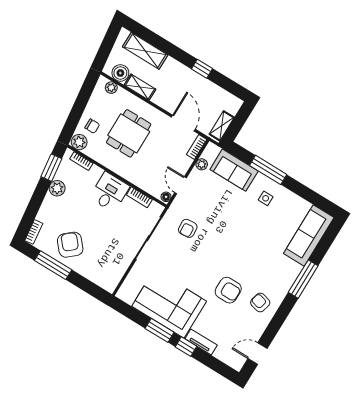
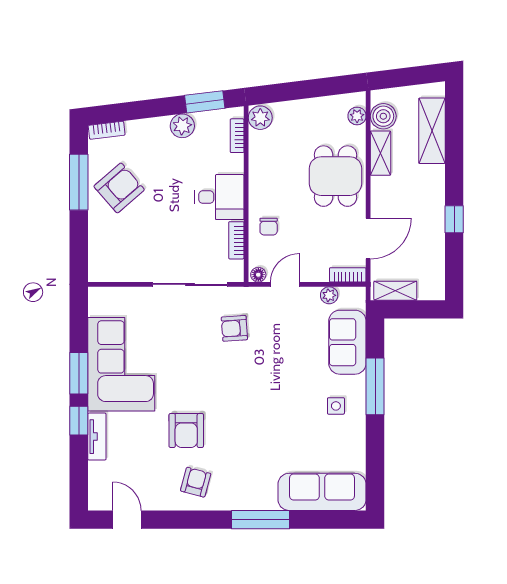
chair: (92, 126) -> (269, 227), moved
dining table: (129, 133) -> (335, 176), moved, turned 90

